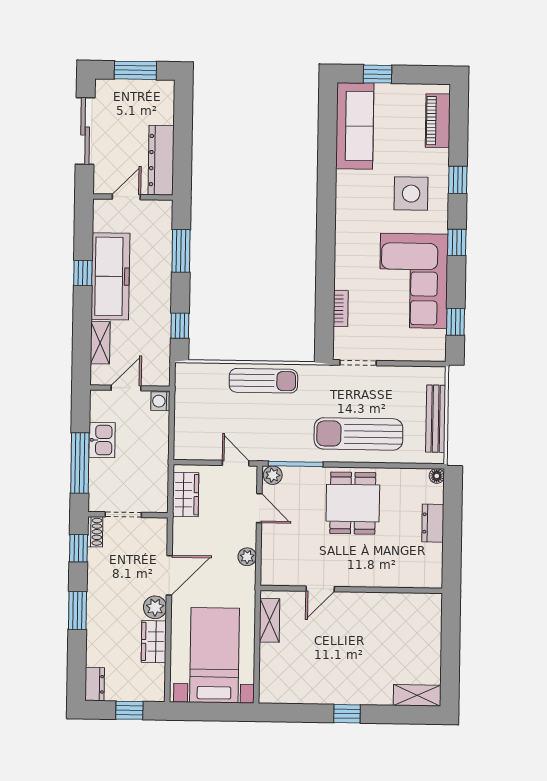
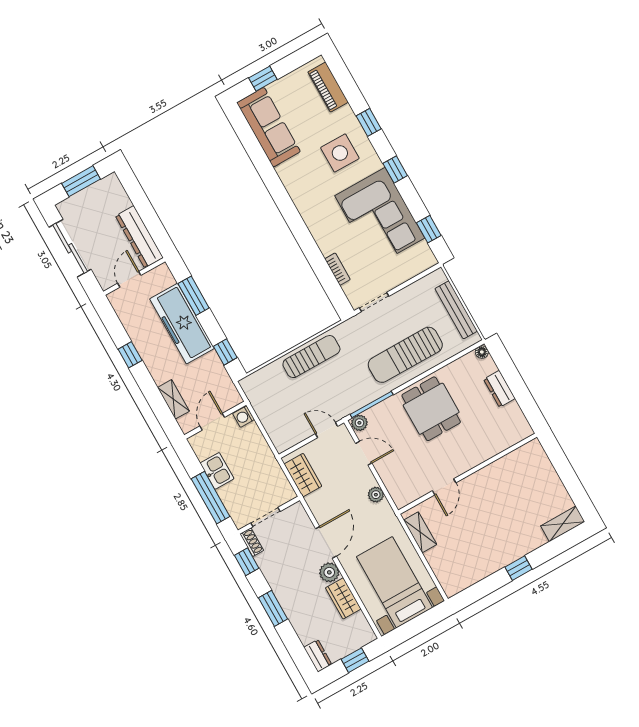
freezer: (110, 276) -> (182, 324), moved, turned 180

